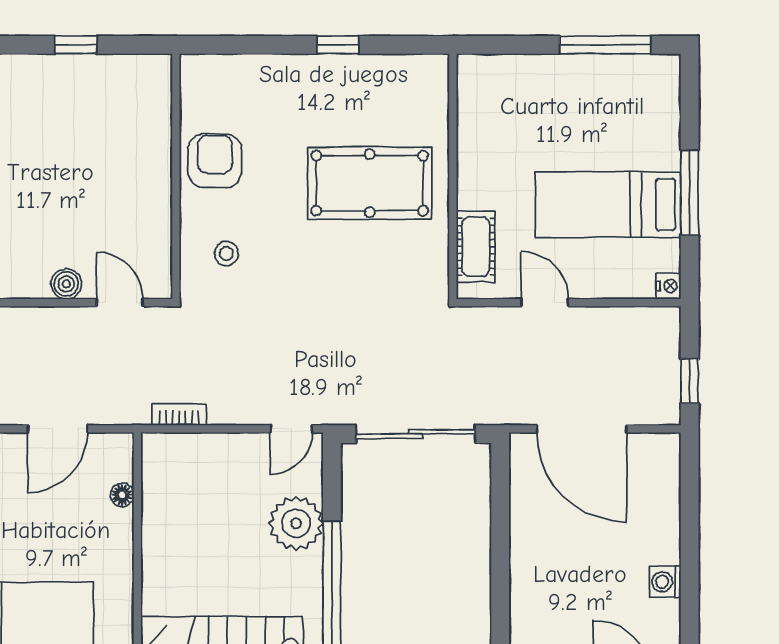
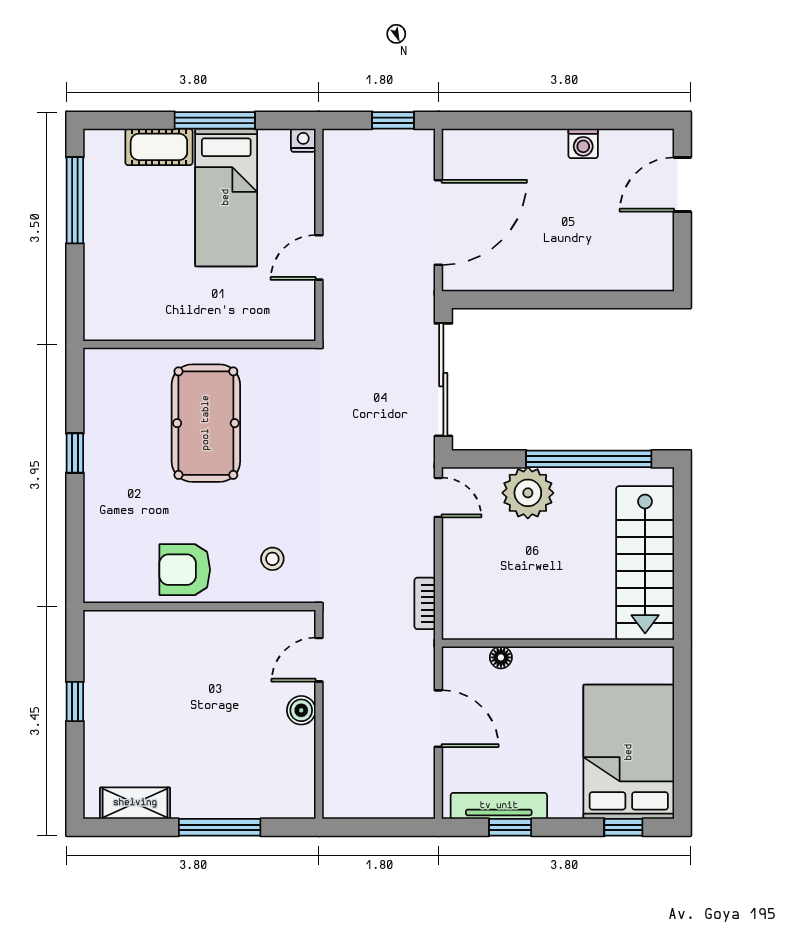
cot: (476, 247) -> (159, 147), moved

